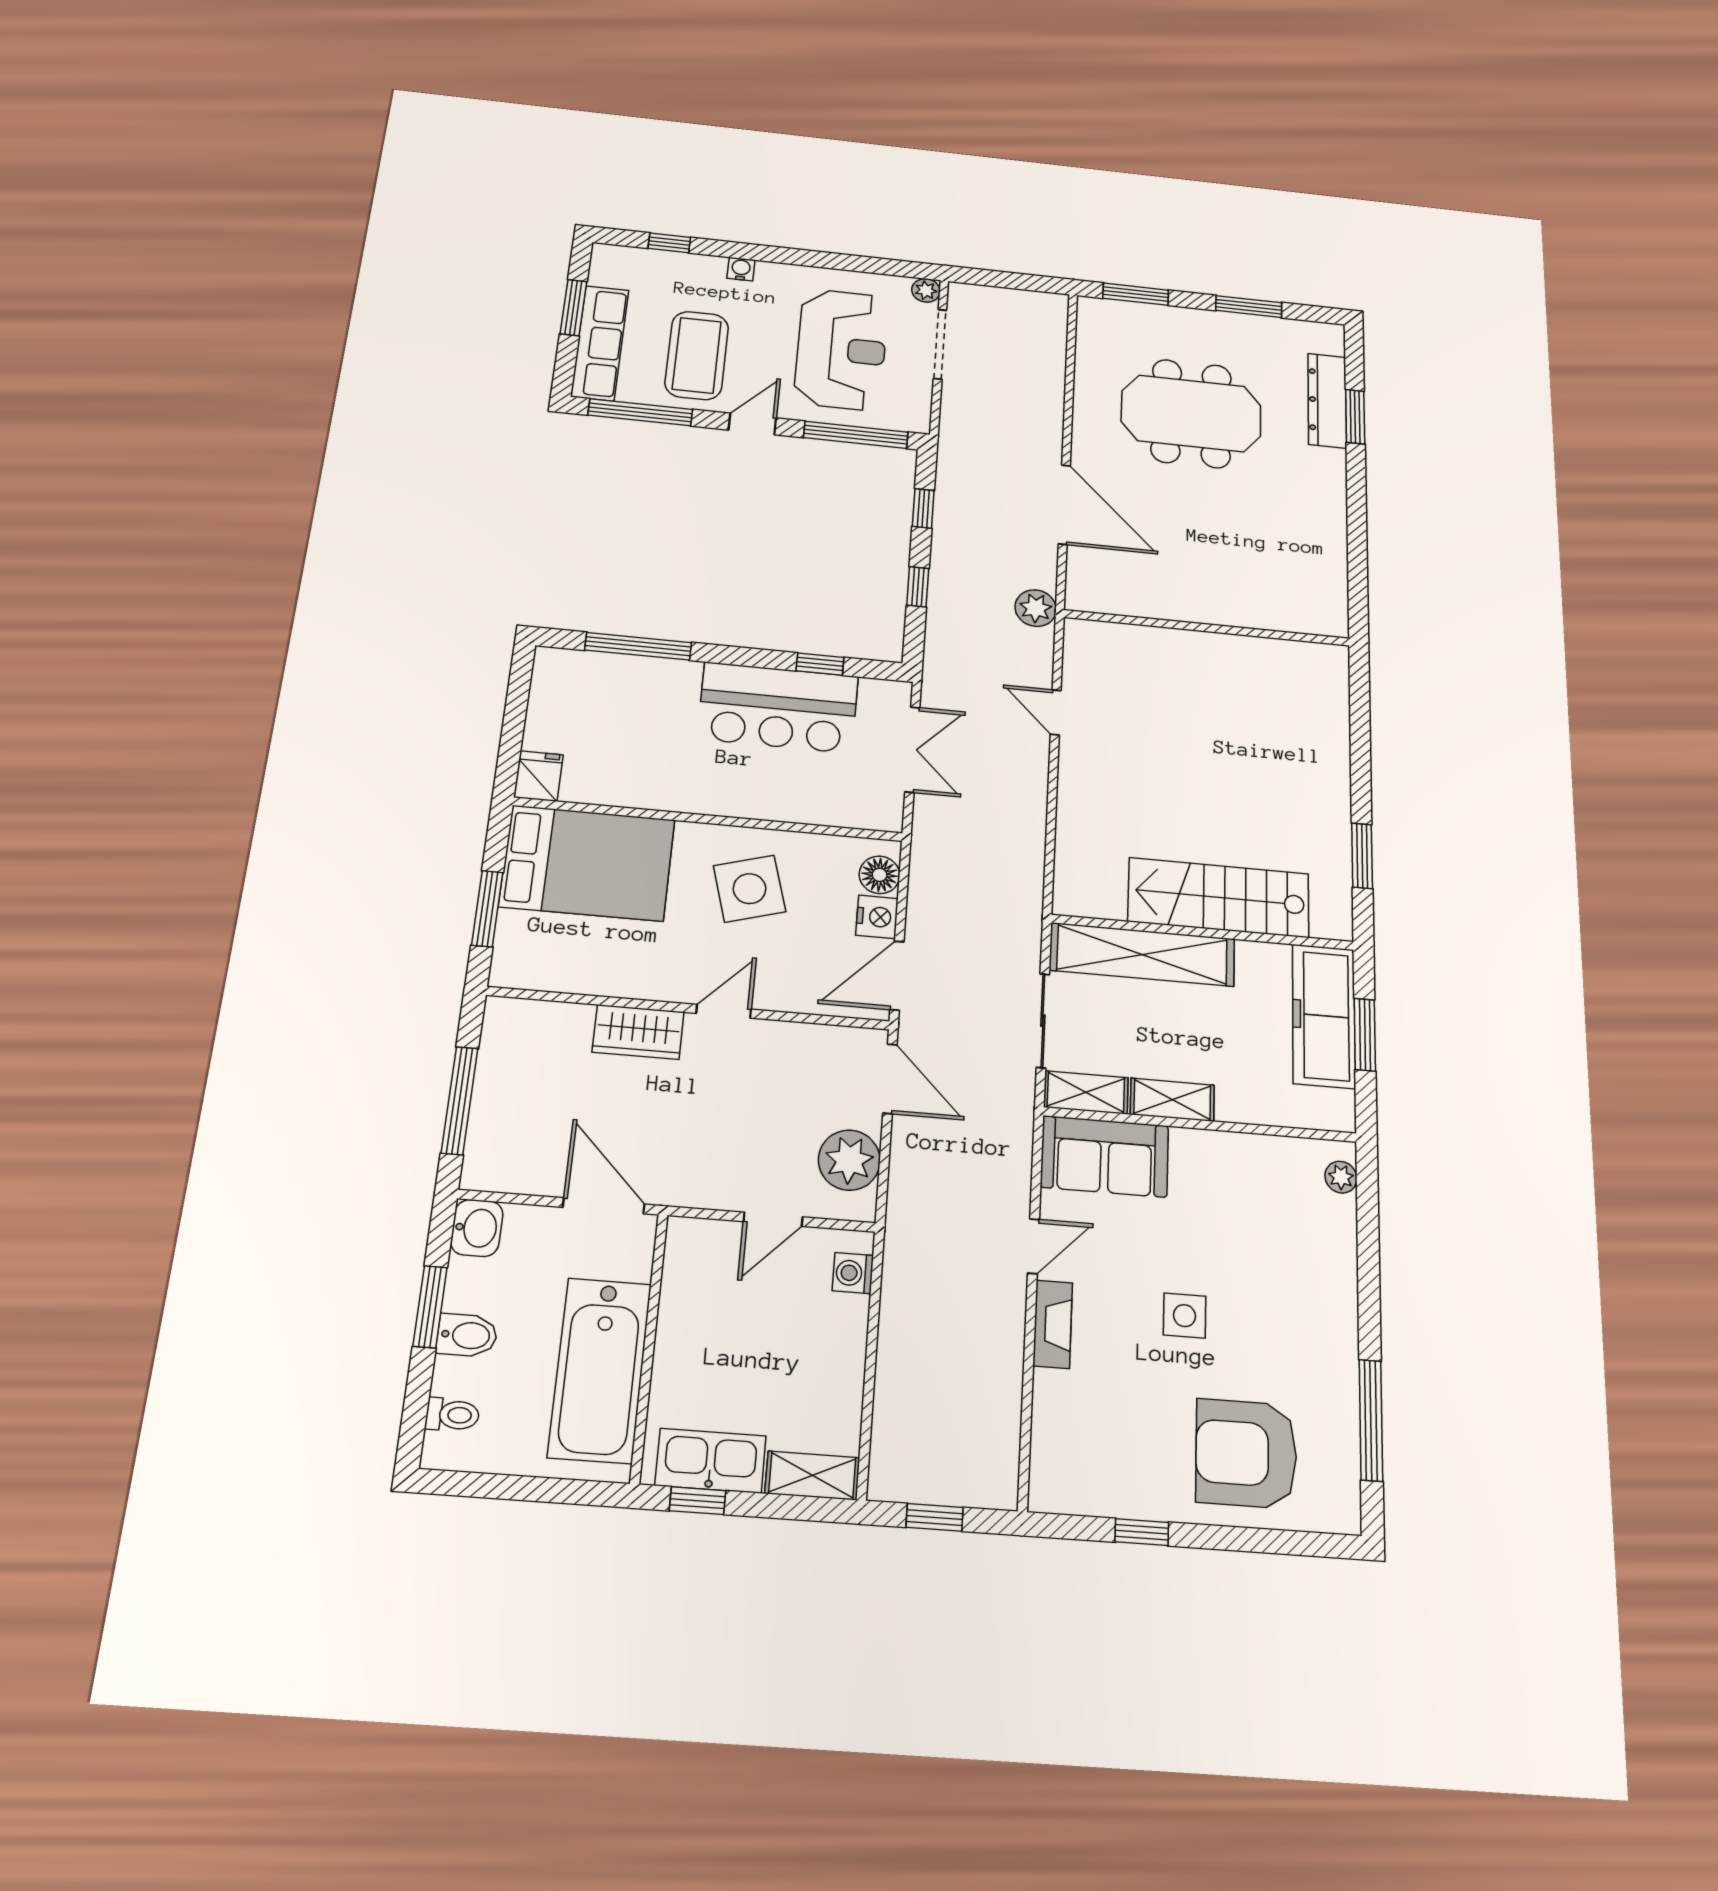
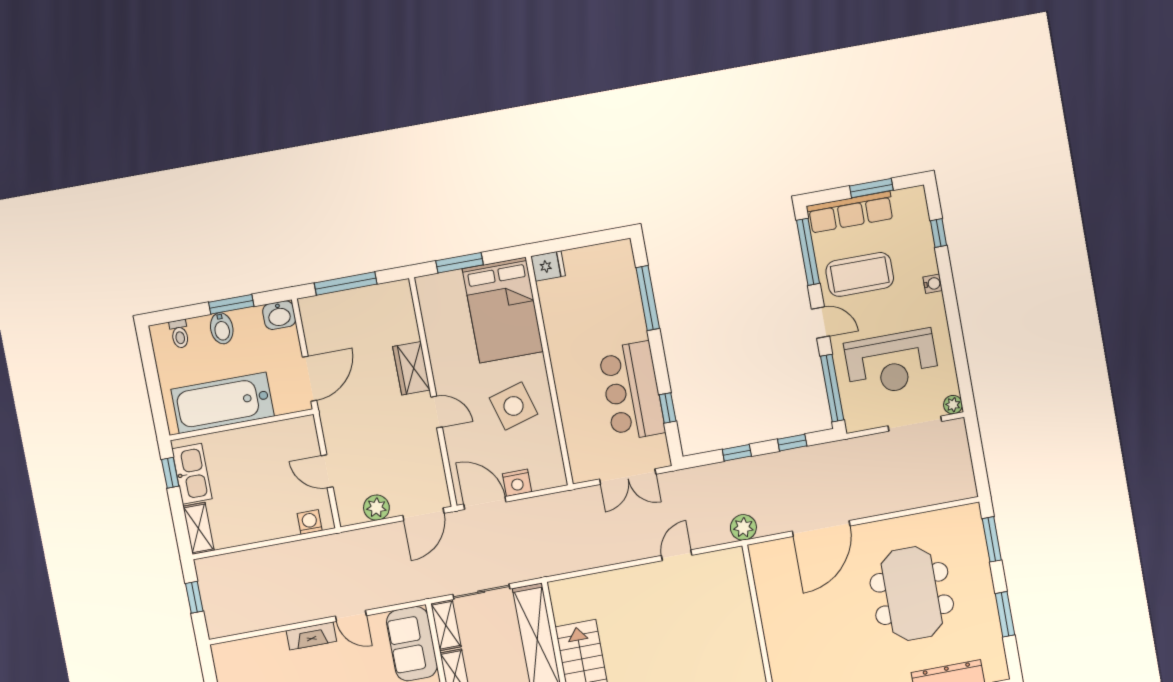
floor lamp: (880, 875) -> (543, 478), removed
plant: (849, 1160) -> (376, 508), width x0.73, depth x0.73

